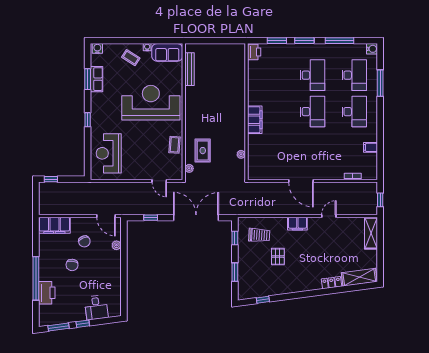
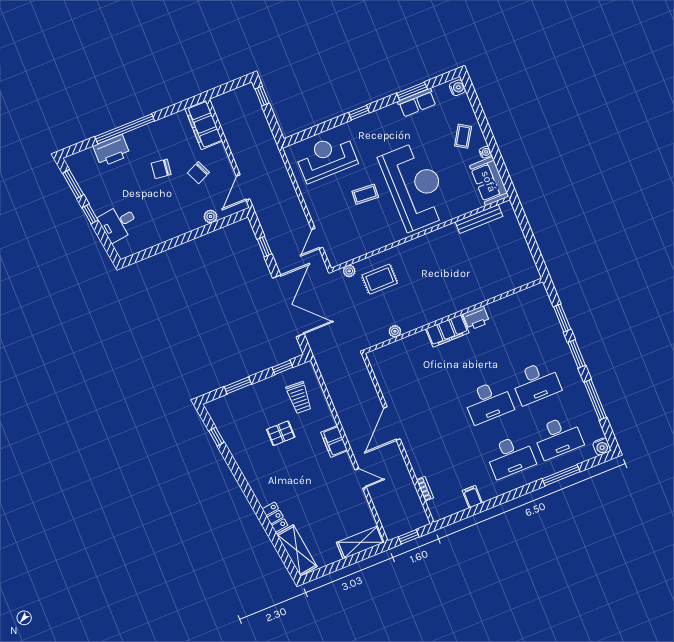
printer: (254, 52) -> (476, 318), moved
coffee table: (174, 145) -> (365, 194), moved

